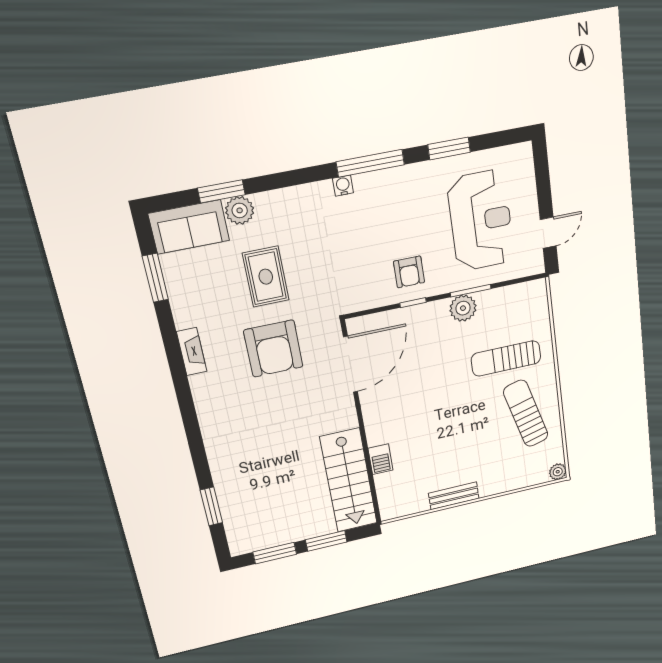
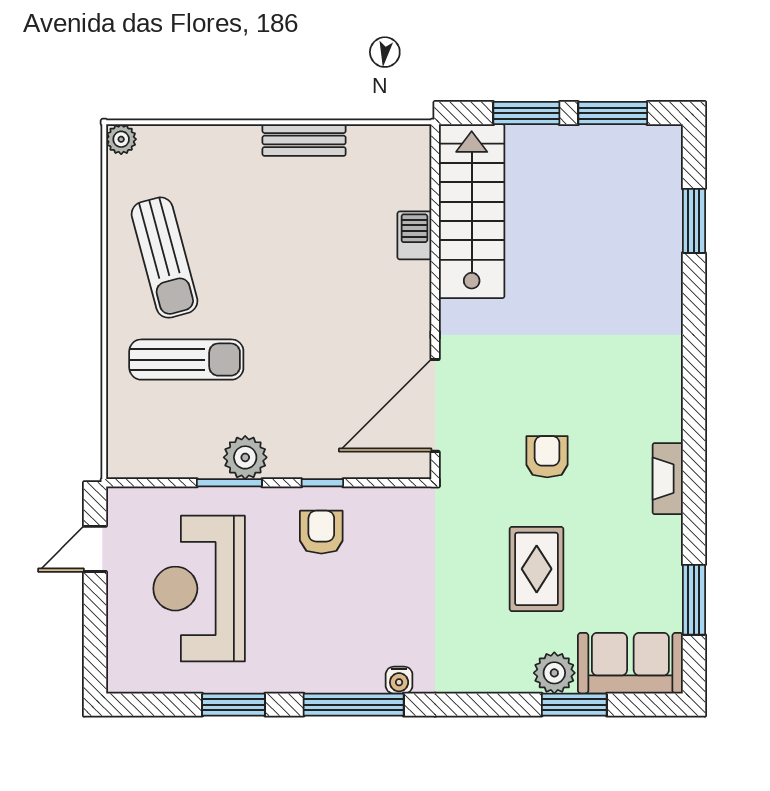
armchair: (273, 349) -> (547, 457), width x0.53, depth x0.53

